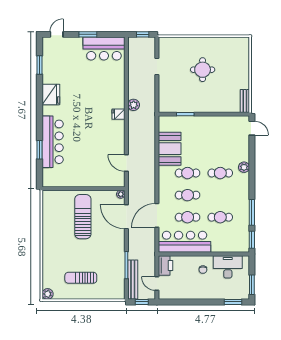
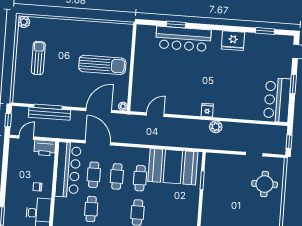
round table: (203, 70) -> (265, 184), moved
booth: (170, 149) -> (173, 167), width x1.36, depth x1.42
bench: (133, 279) -> (50, 114), moved

